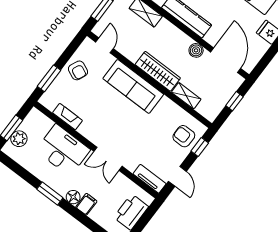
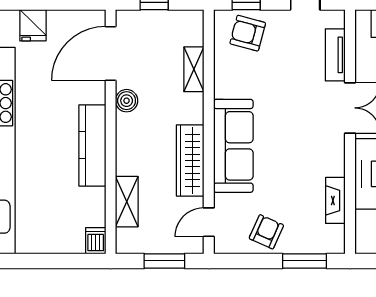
wardrobe: (158, 71) -> (190, 160), moved
armchair: (184, 136) -> (248, 33), turned 105
tv unit: (150, 179) -> (335, 55), moved

